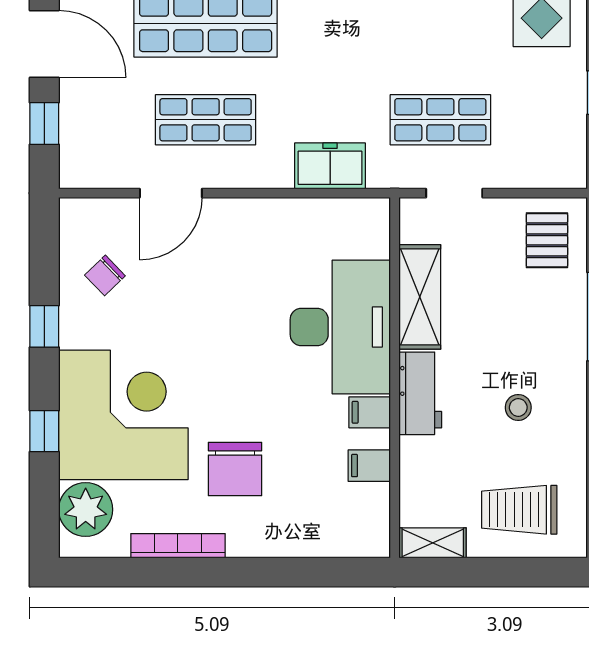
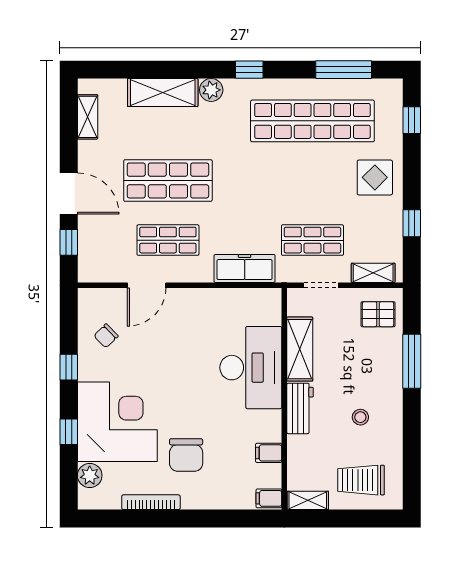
freezer: (330, 166) -> (245, 268), width x1.40
shelving: (539, 173) -> (373, 273), added
pallet: (547, 240) -> (378, 314), turned 90
filing cabinet: (370, 412) -> (269, 498), moved
plant: (86, 510) -> (90, 475), width x0.73, depth x0.73

